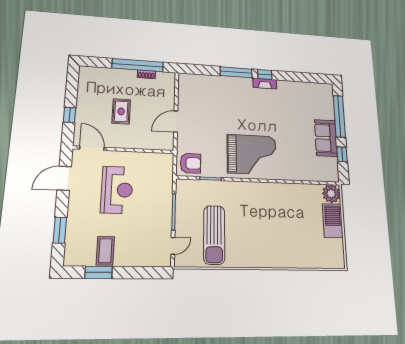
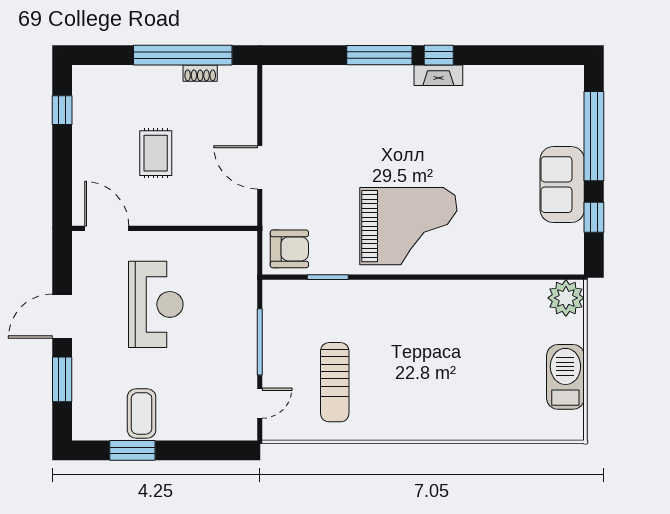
window: (70, 115) -> (62, 110), moved
door: (176, 122) -> (260, 167), hinge flipped
door: (64, 178) -> (62, 316), moved
barbecue: (333, 221) -> (565, 377), moved
sun lounger: (214, 235) -> (335, 382), width x0.73, depth x0.75

